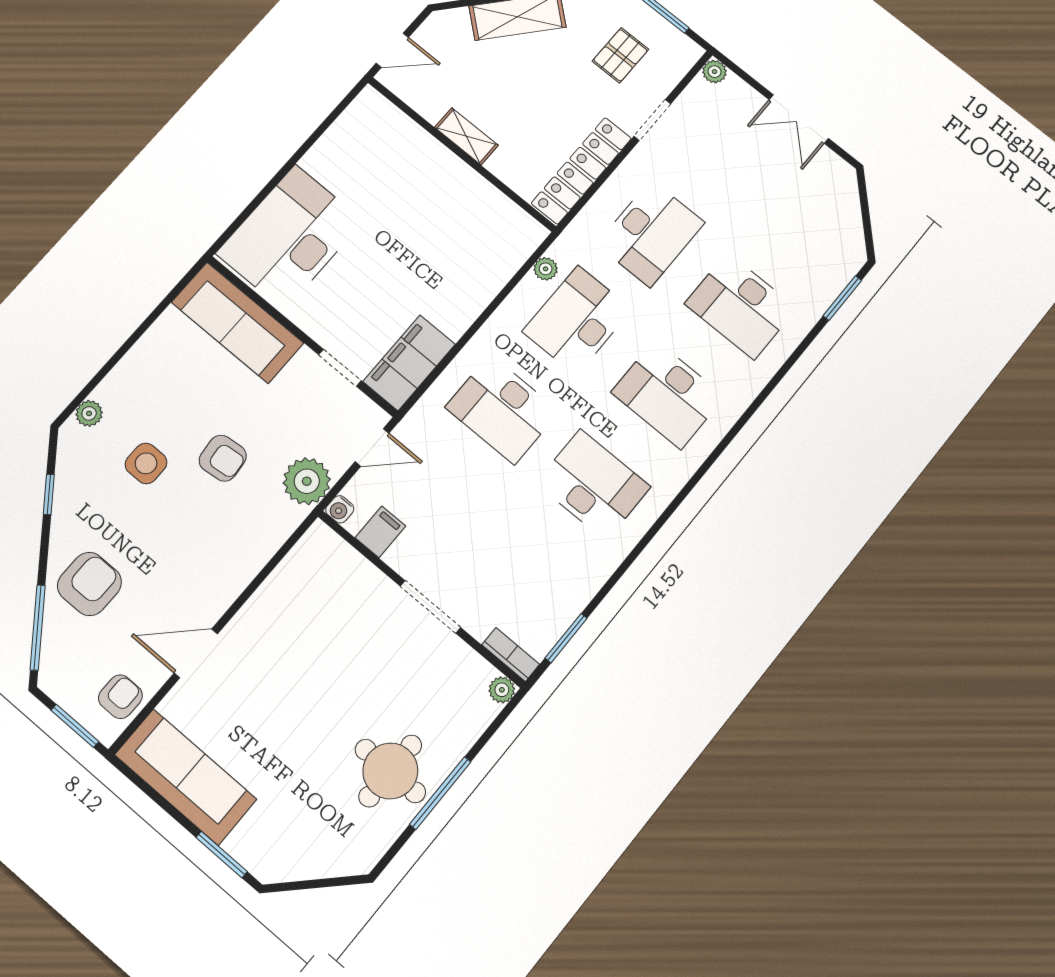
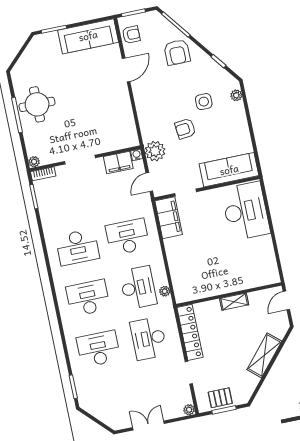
pallet: (620, 55) -> (220, 398), moved, turned 90
filing cabinet: (380, 532) -> (118, 162), width x2.00
armchair: (120, 697) -> (131, 35), turned -90

